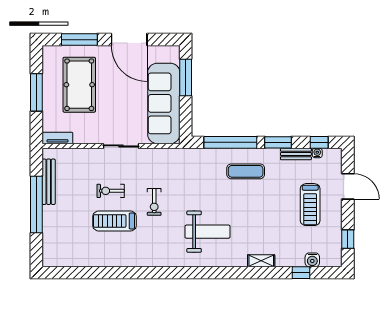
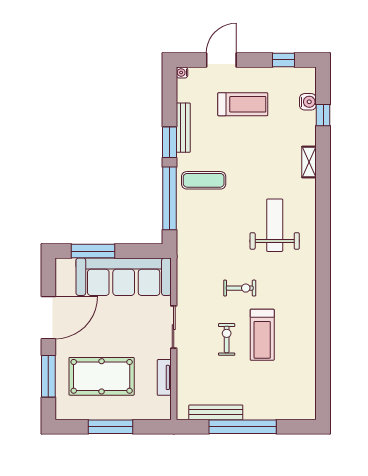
tv unit: (57, 138) -> (164, 377), moved
window: (319, 142) -> (169, 94), removed
water cooler: (317, 153) -> (182, 72), moved
bench: (296, 154) -> (183, 128), width x1.36
exercise mat: (246, 171) -> (204, 180), turned 90
exercise bike: (111, 191) -> (227, 339), turned 180

